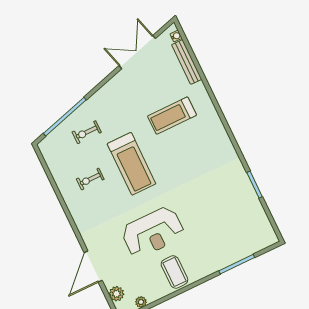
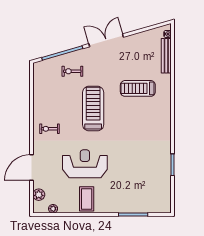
double door: (137, 52) -> (106, 40), moved
treadmill: (132, 164) -> (93, 109), turned 180
exercise bike: (90, 179) -> (49, 129), moved
reception desk: (153, 232) -> (85, 164), turned 180

